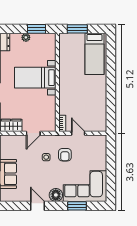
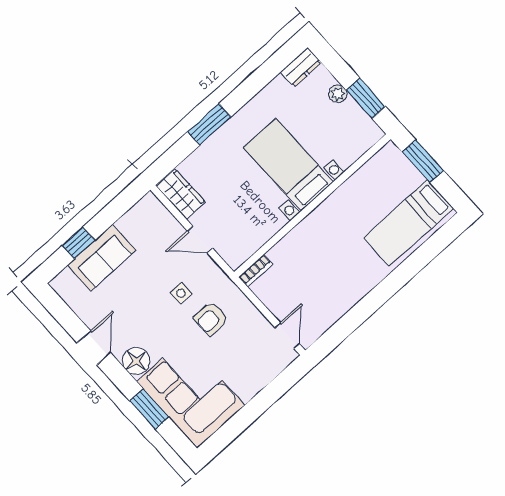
door: (78, 133) -> (287, 336), moved

